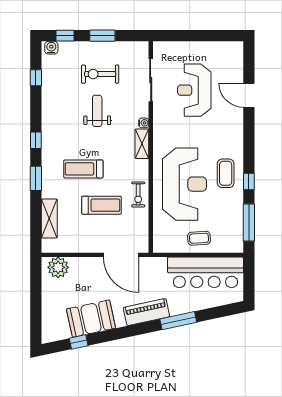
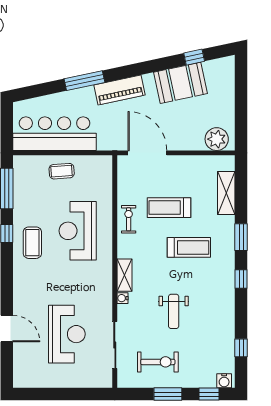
exercise bike: (100, 74) -> (158, 362), moved
reception desk: (184, 184) -> (78, 231), width x0.74, depth x0.77

